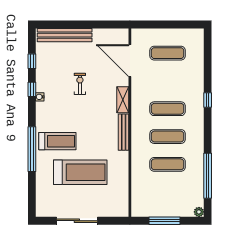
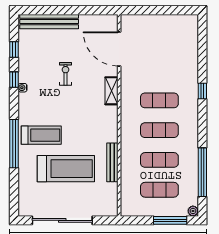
exercise mat: (168, 53) -> (159, 190), moved
bench: (124, 132) -> (112, 162), moved
sliding door: (77, 221) -> (62, 220), width x1.36
window: (165, 221) -> (170, 220), moved

